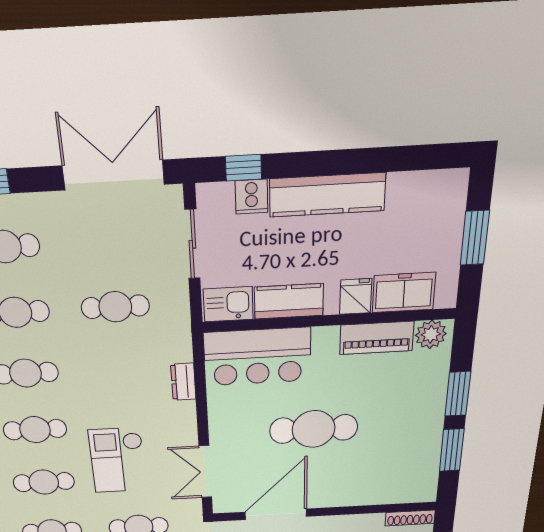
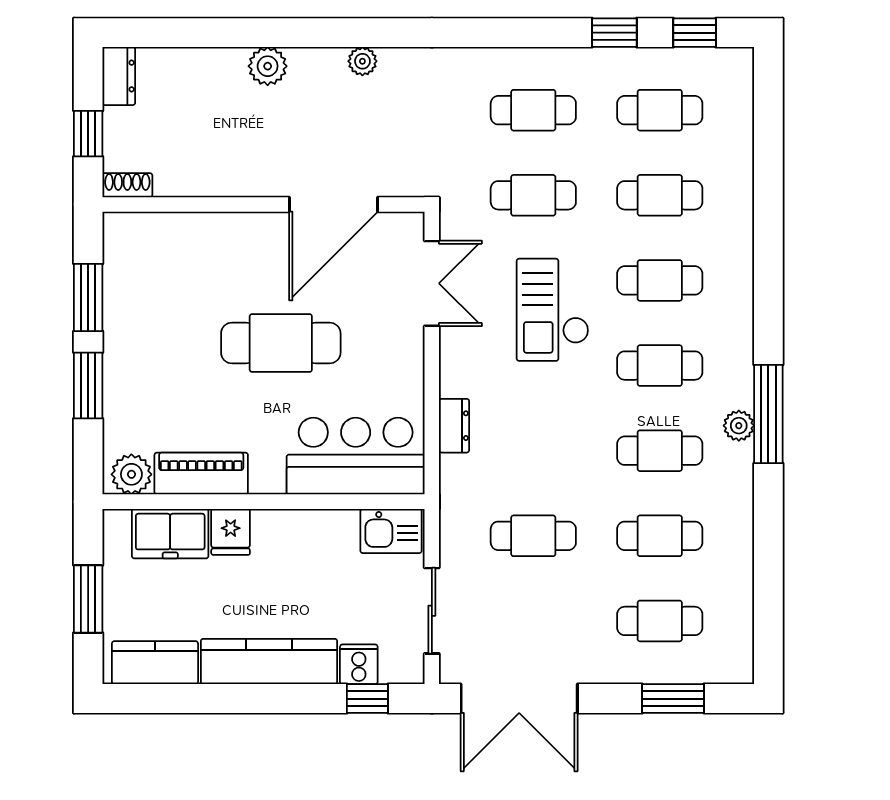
kitchen counter: (289, 301) -> (155, 663), moved, turned 180
checkout: (118, 460) -> (553, 310), turned 180
shoe rack: (410, 518) -> (127, 185), width x0.70

